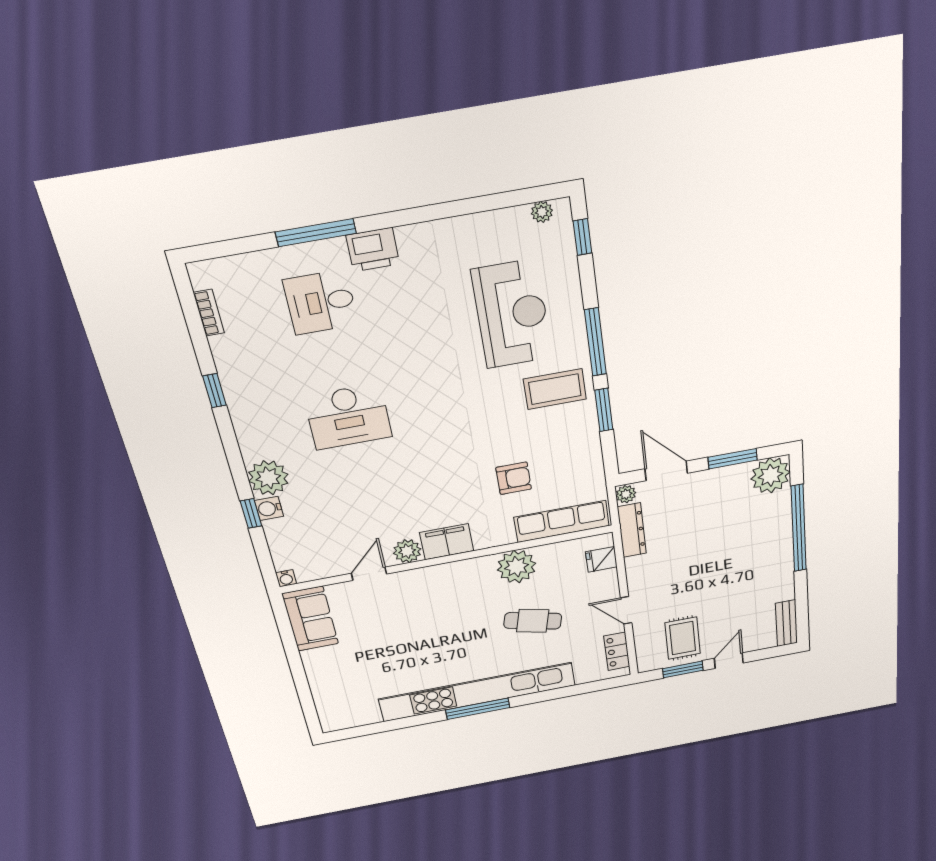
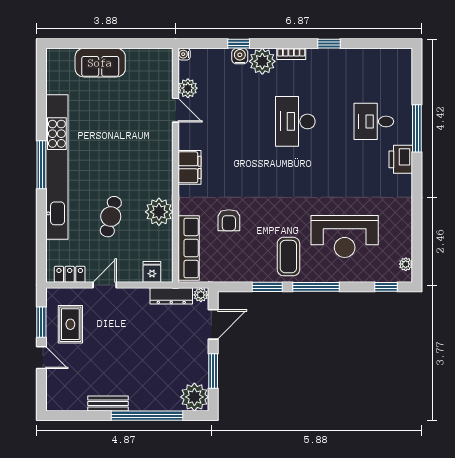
desk: (321, 302) -> (374, 121), turned -90
bookcase: (209, 313) -> (291, 54), moved
plant: (407, 551) -> (188, 88), moved
sofa: (310, 619) -> (100, 63), moved
bench: (786, 623) -> (108, 403), moved
rug: (683, 638) -> (70, 324), turned 90

